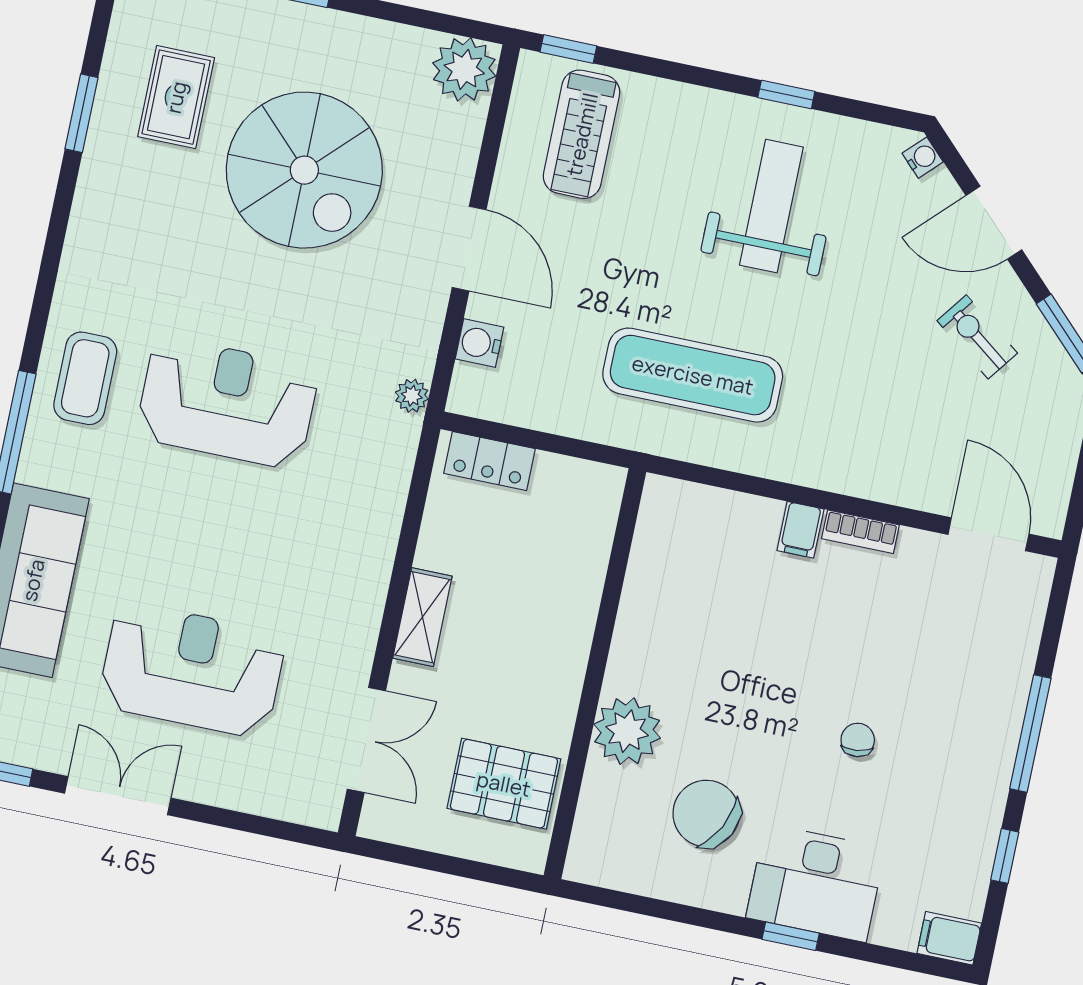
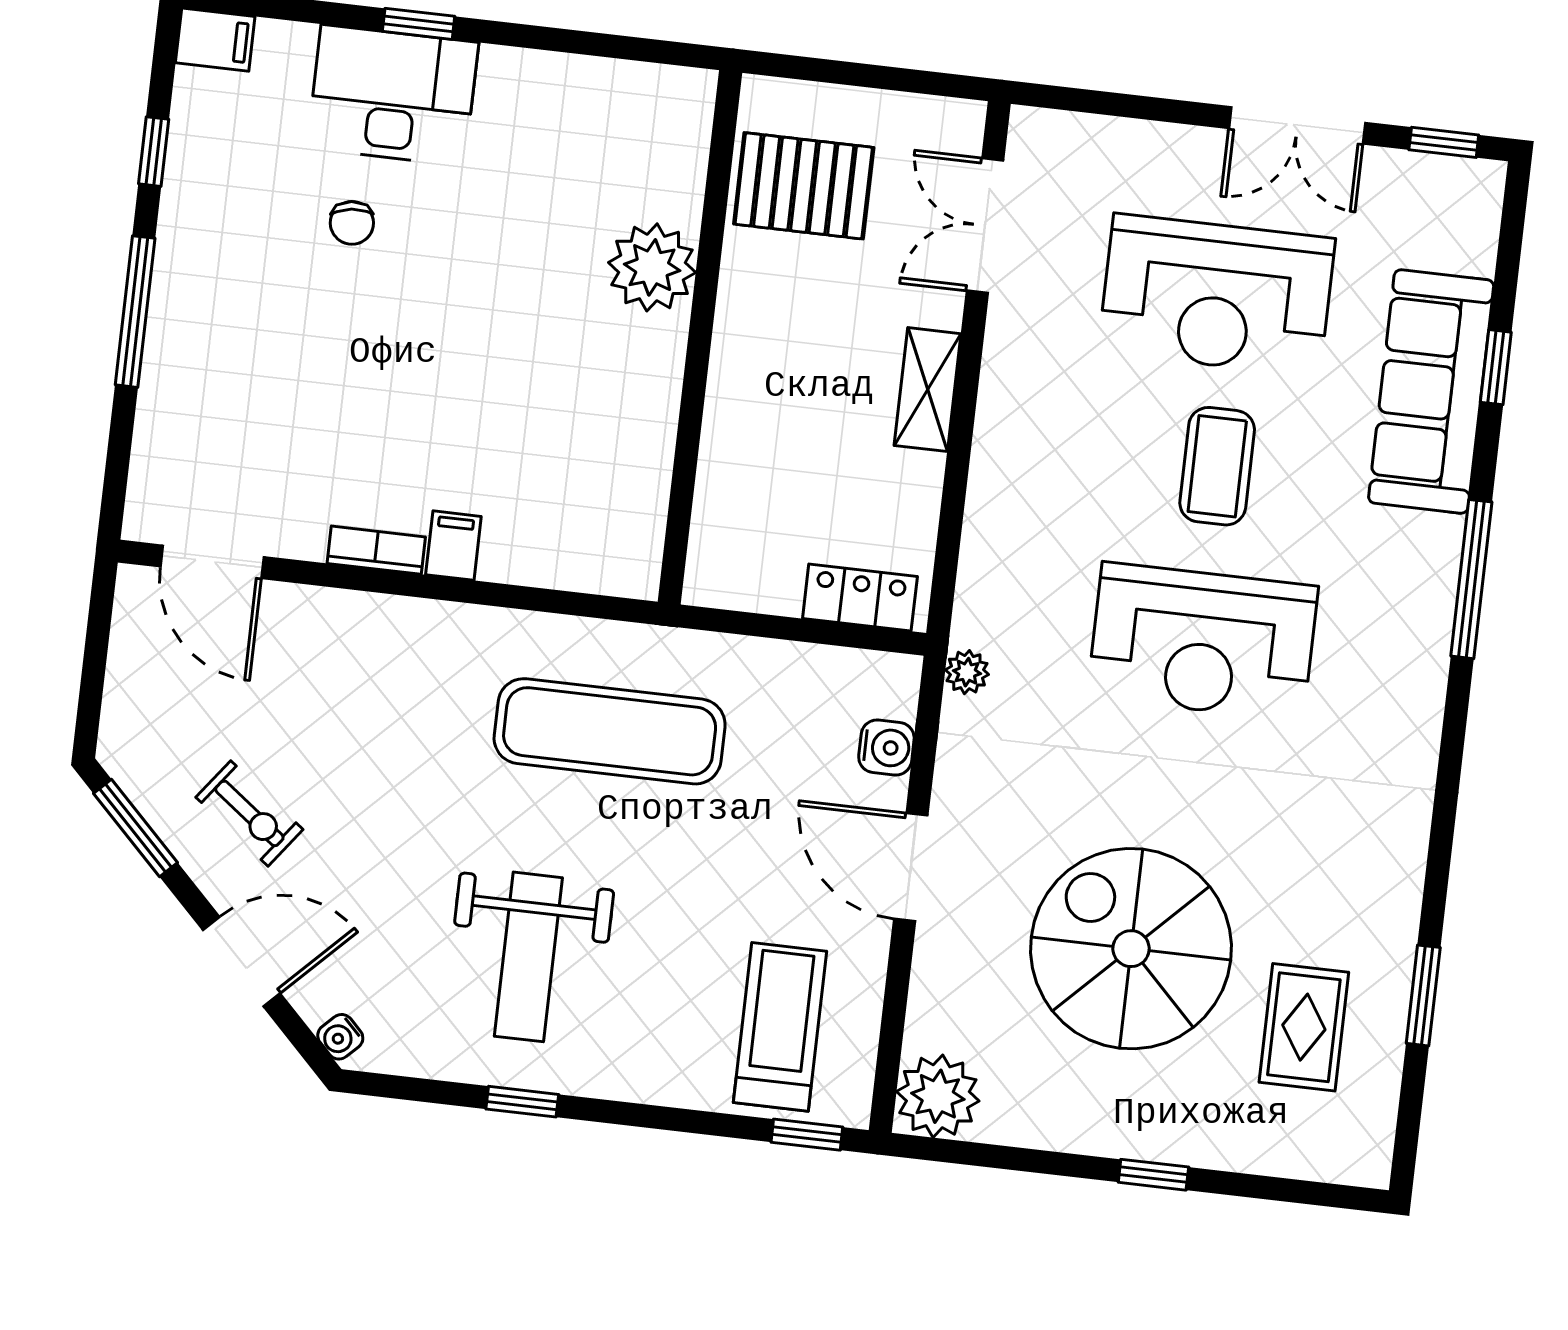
coffee table: (85, 378) -> (1217, 466), moved
chair: (858, 740) -> (352, 223), moved
chair: (706, 813) -> (541, 171), removed

